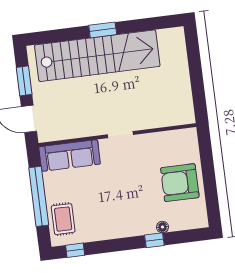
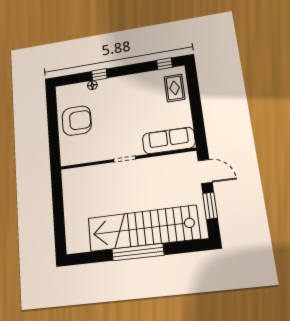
window: (103, 30) -> (138, 252), width x2.11
window: (39, 196) -> (196, 106), removed

